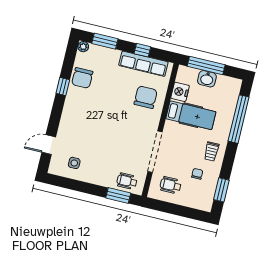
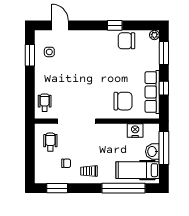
hospital bed: (191, 115) -> (138, 170), moved, turned 90
window: (118, 196) -> (30, 55), moved

